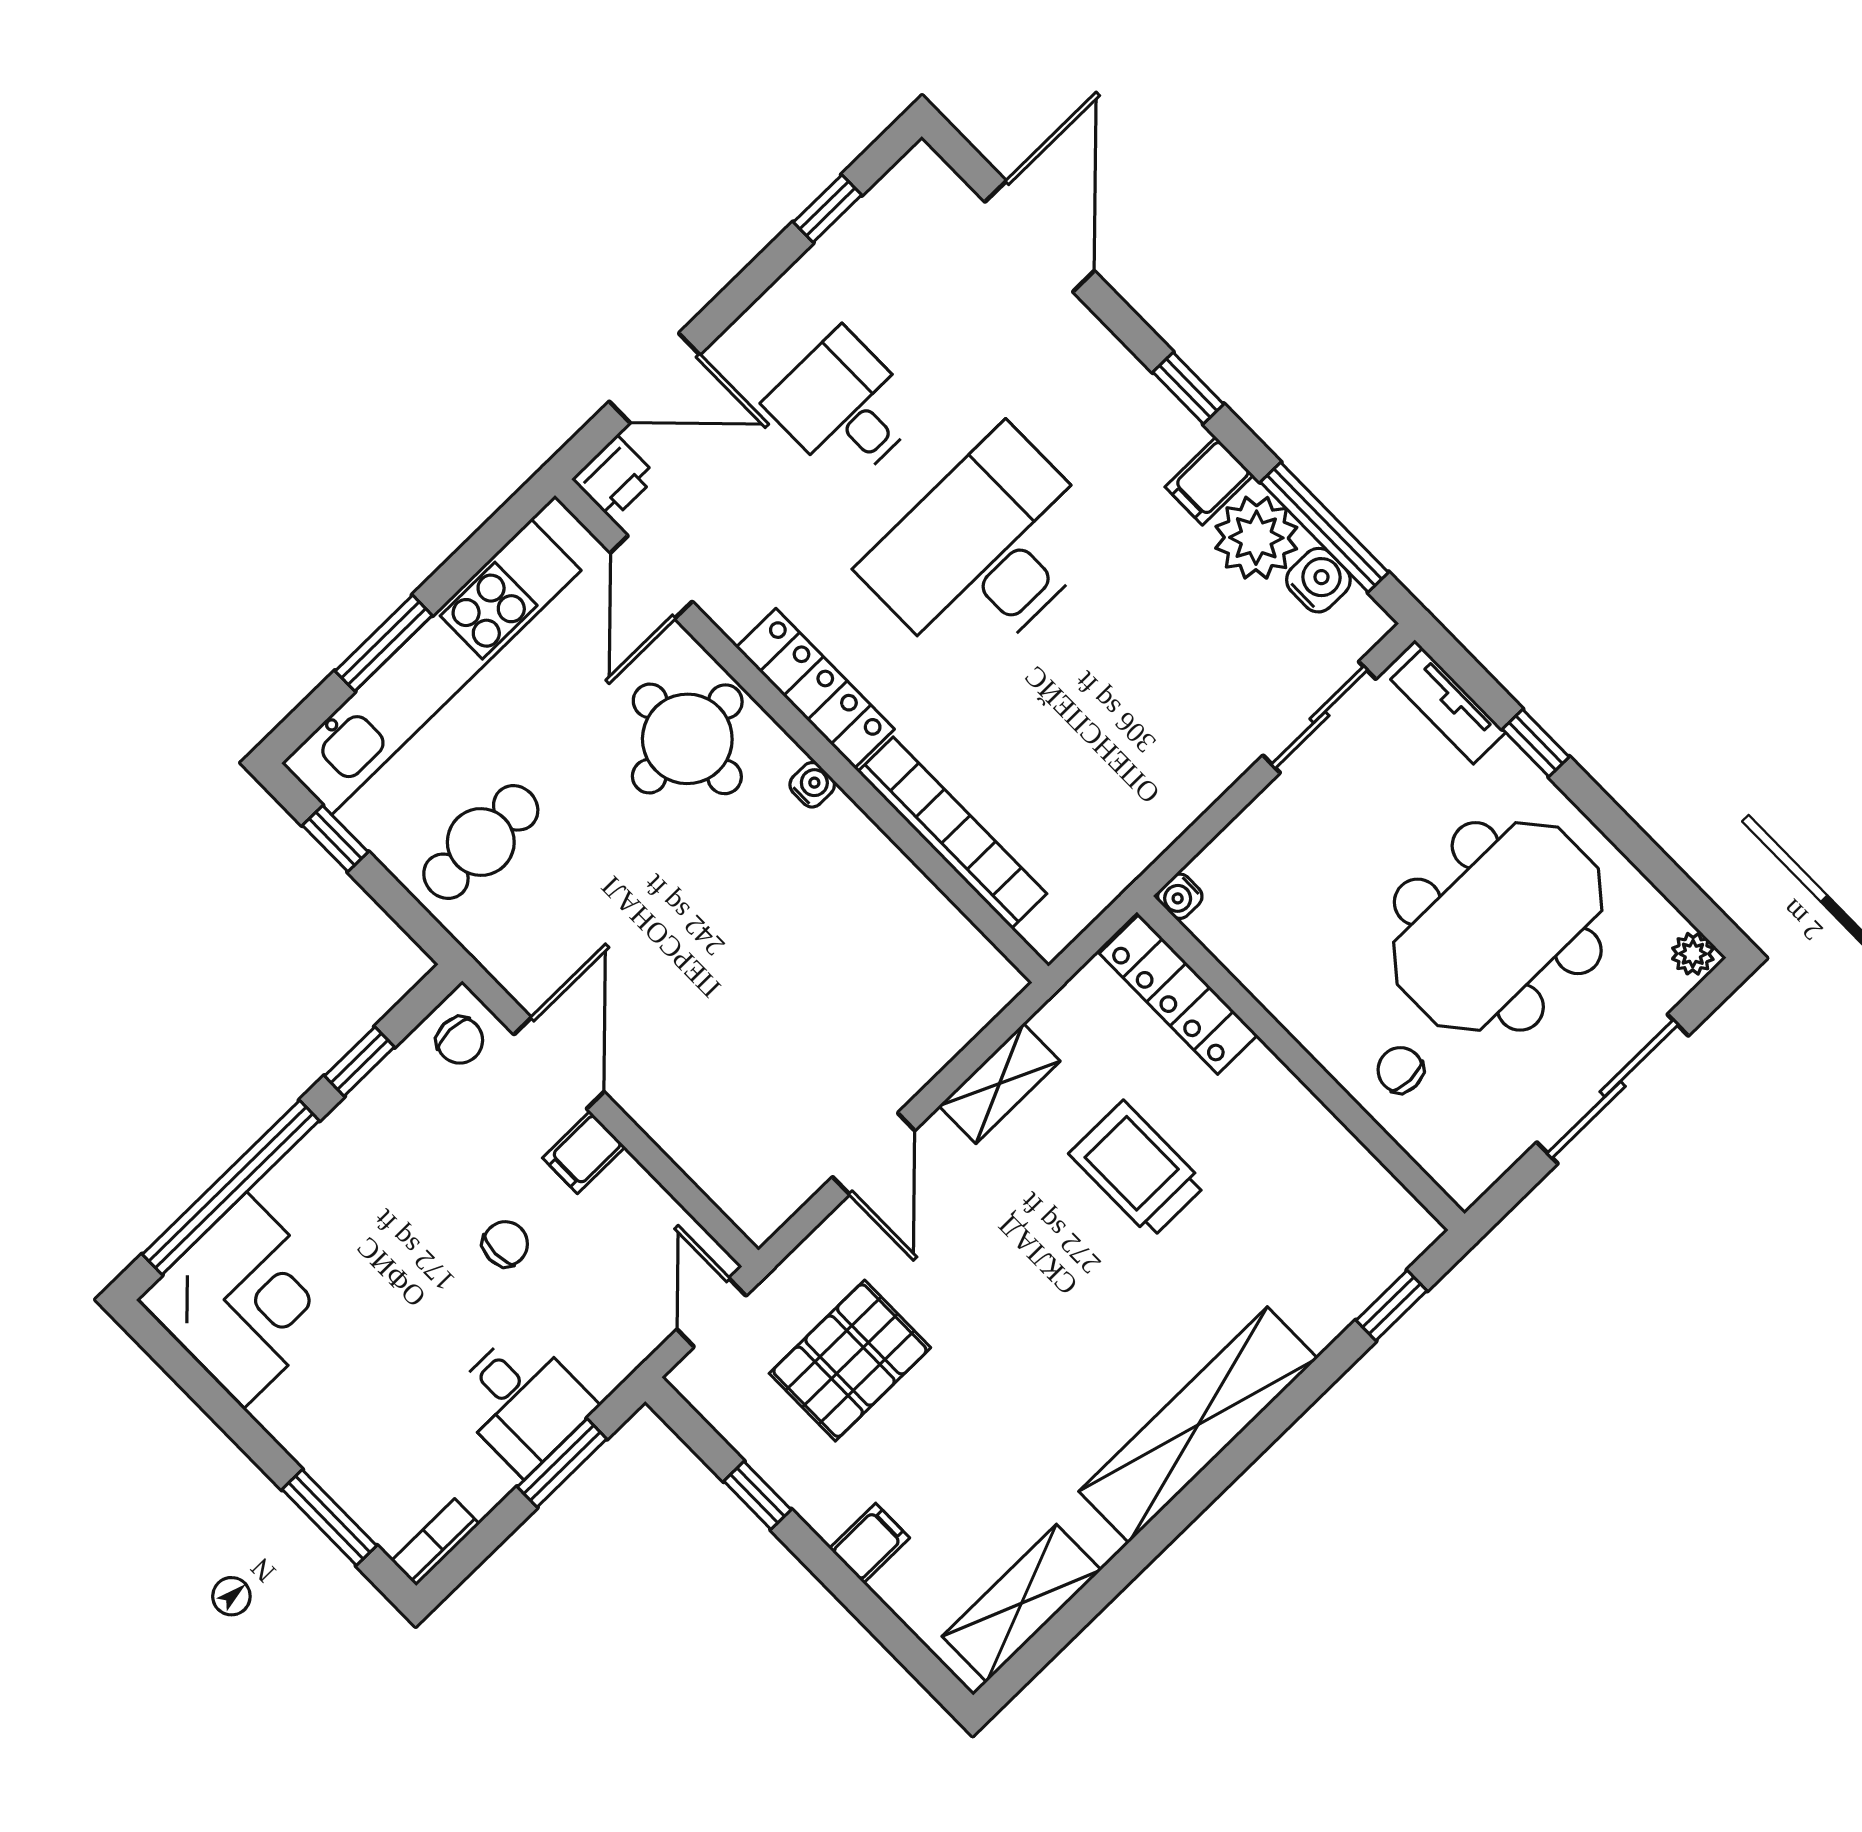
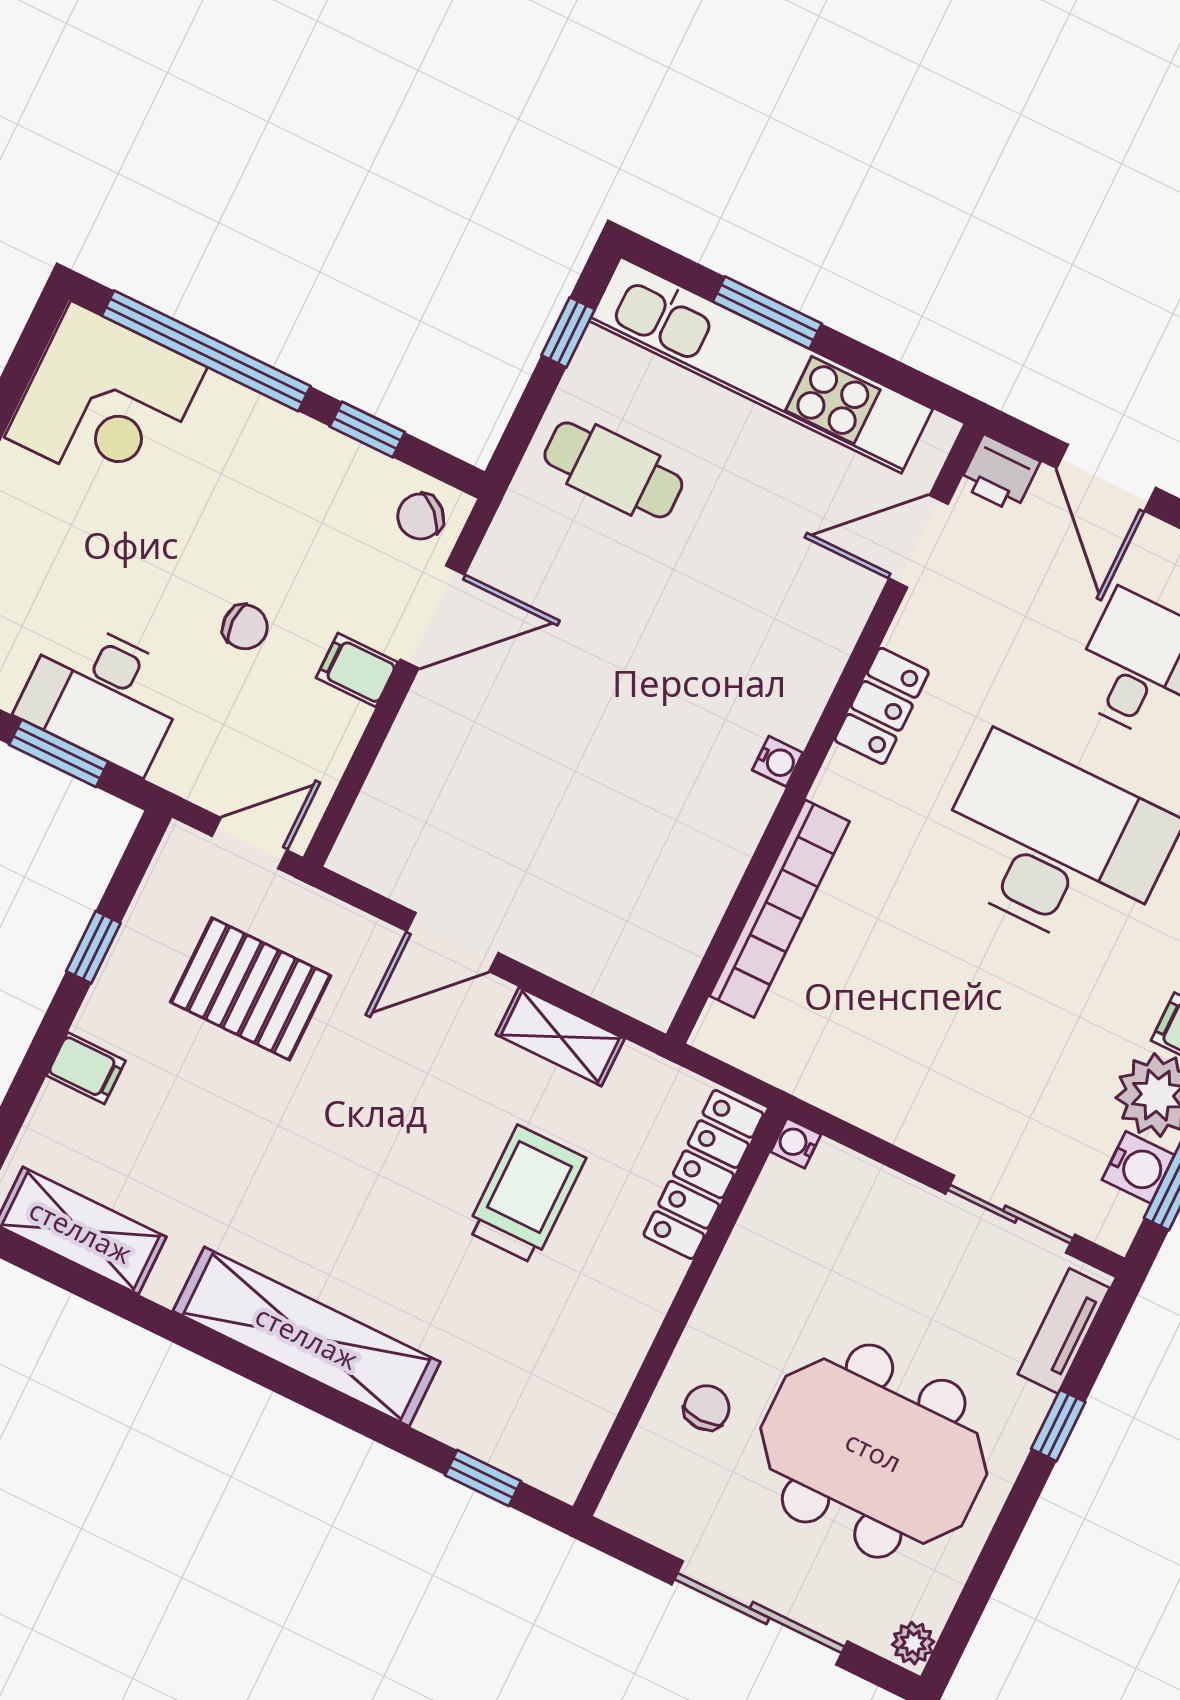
locker: (815, 688) -> (882, 706), width x0.66
round table: (687, 739) -> (779, 629), removed
chair: (460, 1040) -> (421, 516), turned 44
desk: (522, 1401) -> (103, 695), width x1.37

